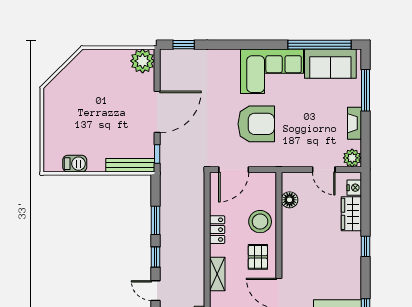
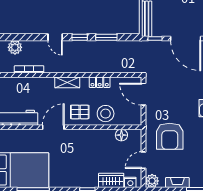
armchair: (256, 124) -> (170, 136), moved
door: (156, 291) -> (55, 37), swing flipped

